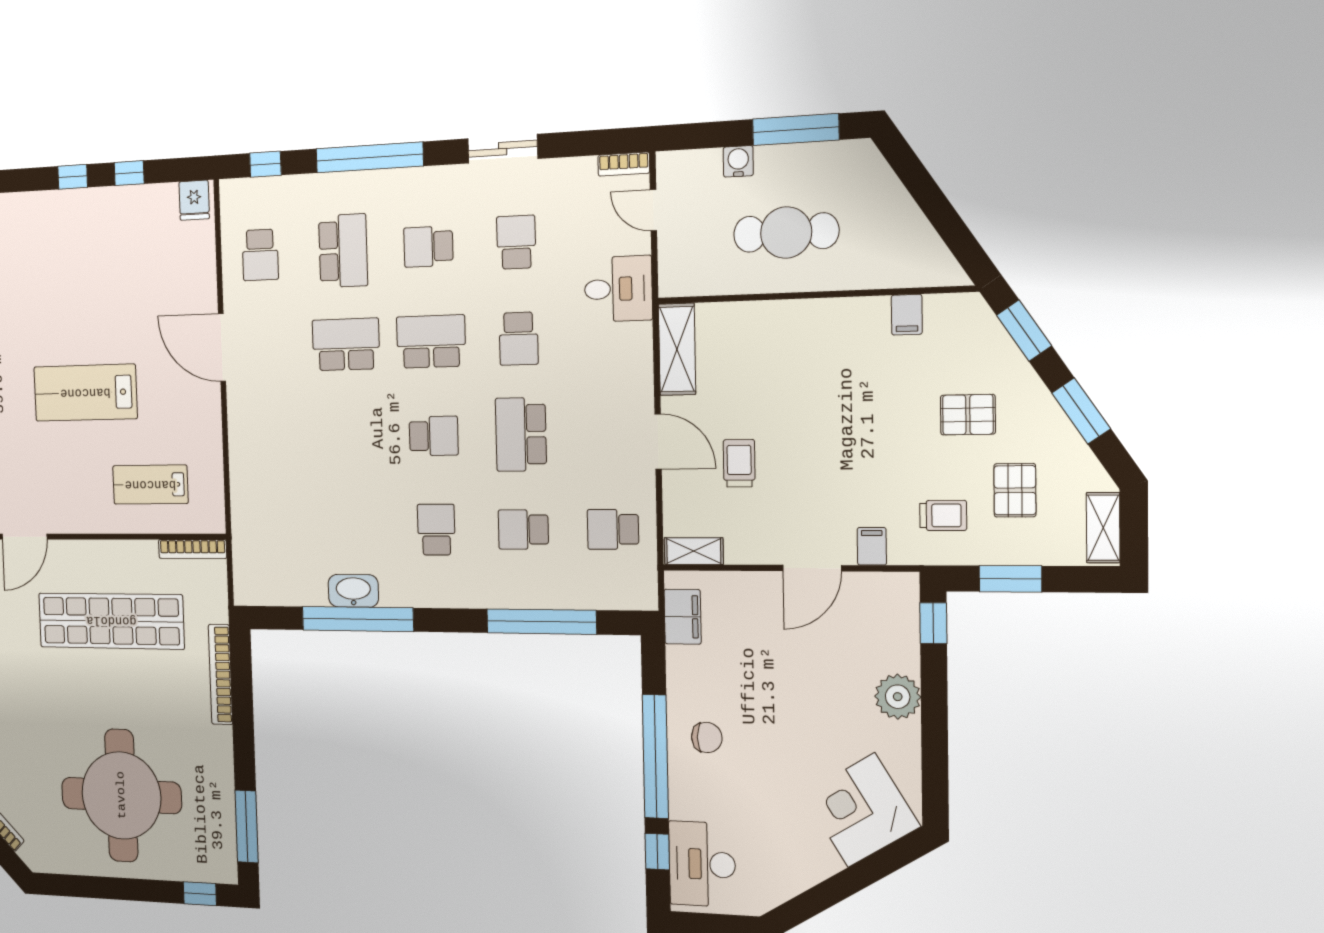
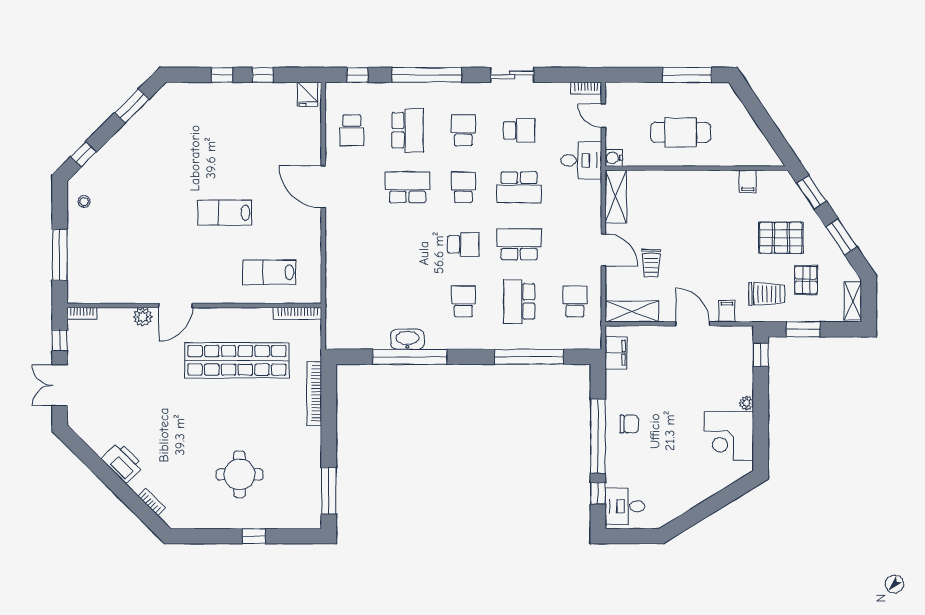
water cooler: (738, 161) -> (614, 158), moved, turned -90
school desk: (516, 242) -> (519, 130), turned 90
school desk: (428, 247) -> (463, 130), turned 90
school desk: (519, 339) -> (519, 187), width x1.85
school desk: (431, 342) -> (463, 187), width x0.54
lab bench: (85, 393) -> (225, 213), width x0.73, depth x0.72
pallet: (968, 415) -> (781, 238), width x1.50, depth x1.42
school desk: (521, 434) -> (519, 244), turned 90
trolley: (739, 463) -> (651, 263), turned 180
trolley: (943, 515) -> (767, 294), width x1.36, depth x1.39
school desk: (613, 529) -> (575, 301), turned 90
school desk: (523, 530) -> (519, 301), width x1.85
shelving: (694, 551) -> (632, 312), width x1.50, depth x1.33
door: (812, 568) -> (693, 324), swing flipped
plant: (898, 697) -> (746, 403), width x0.53, depth x0.53
round table: (121, 795) -> (239, 474), width x0.54, depth x0.54
corner desk: (861, 810) -> (729, 436), moved, turned -58
desk: (702, 864) -> (625, 506), width x0.73
window: (200, 894) -> (254, 536), moved

